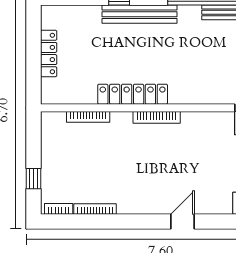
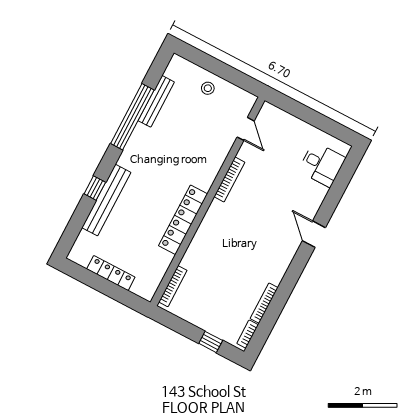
bench: (139, 14) -> (106, 200), moved
bookcase: (88, 117) -> (173, 286), moved
bookcase: (157, 117) -> (229, 180), moved

